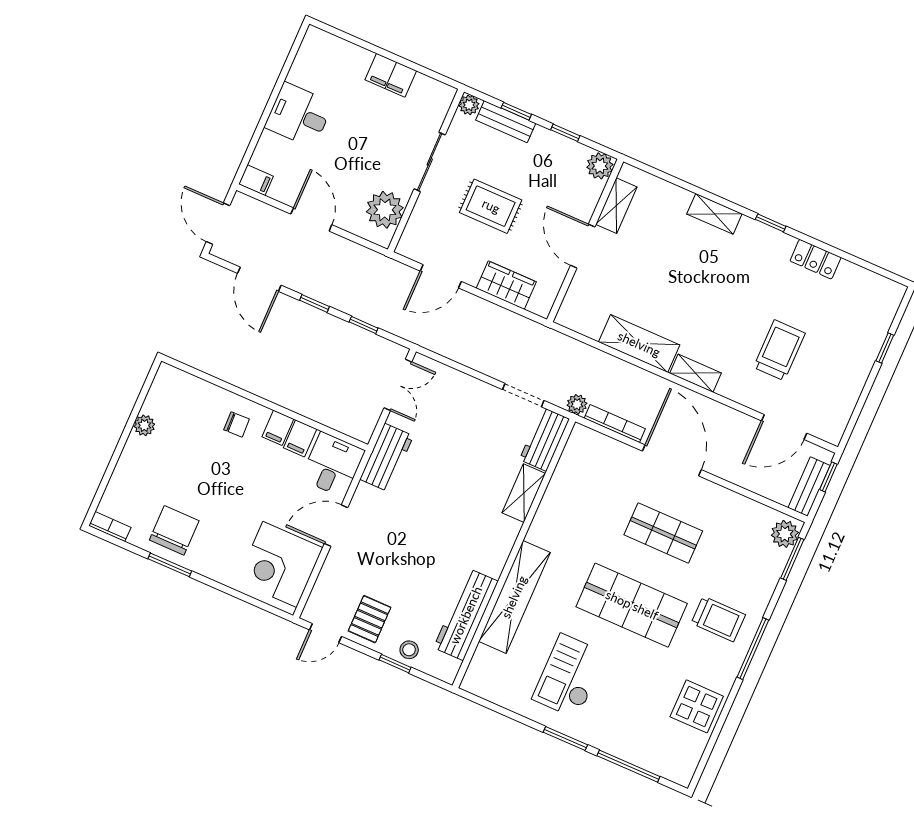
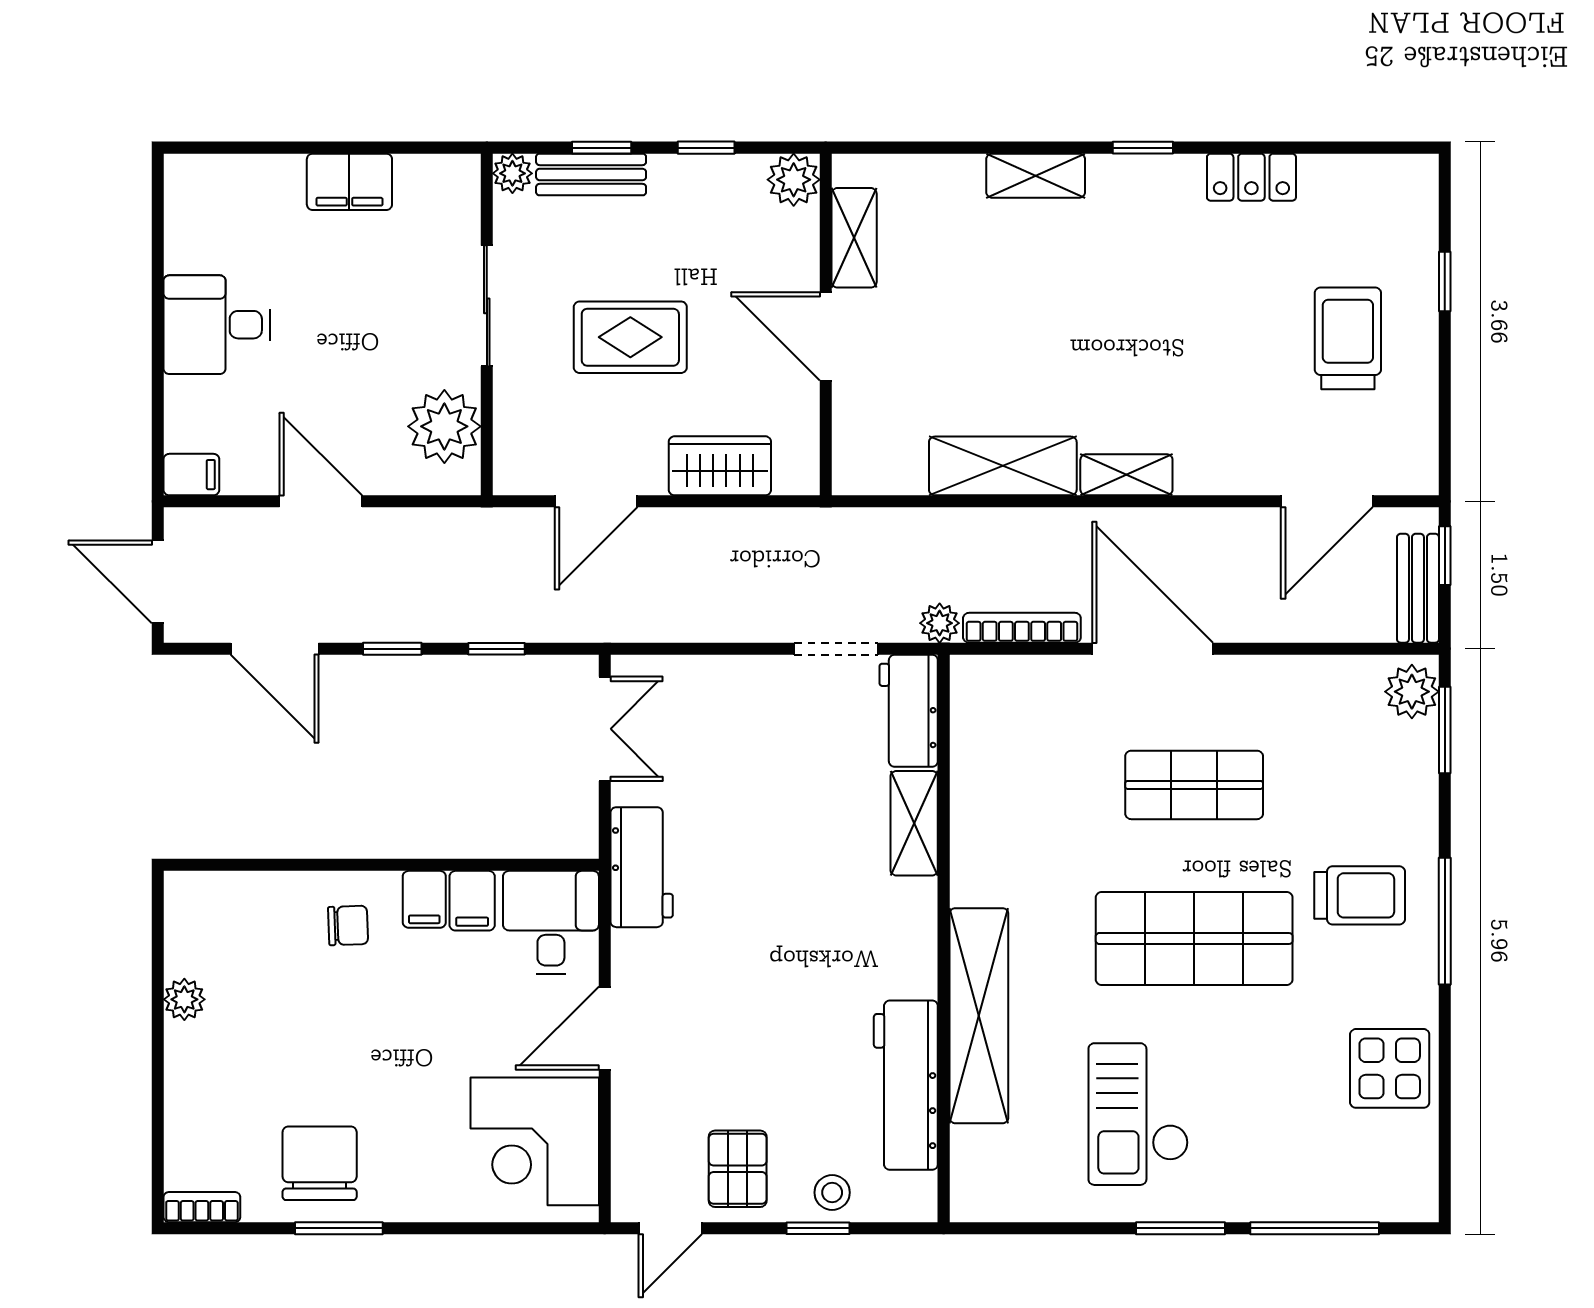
trolley: (779, 350) -> (1348, 338), moved

